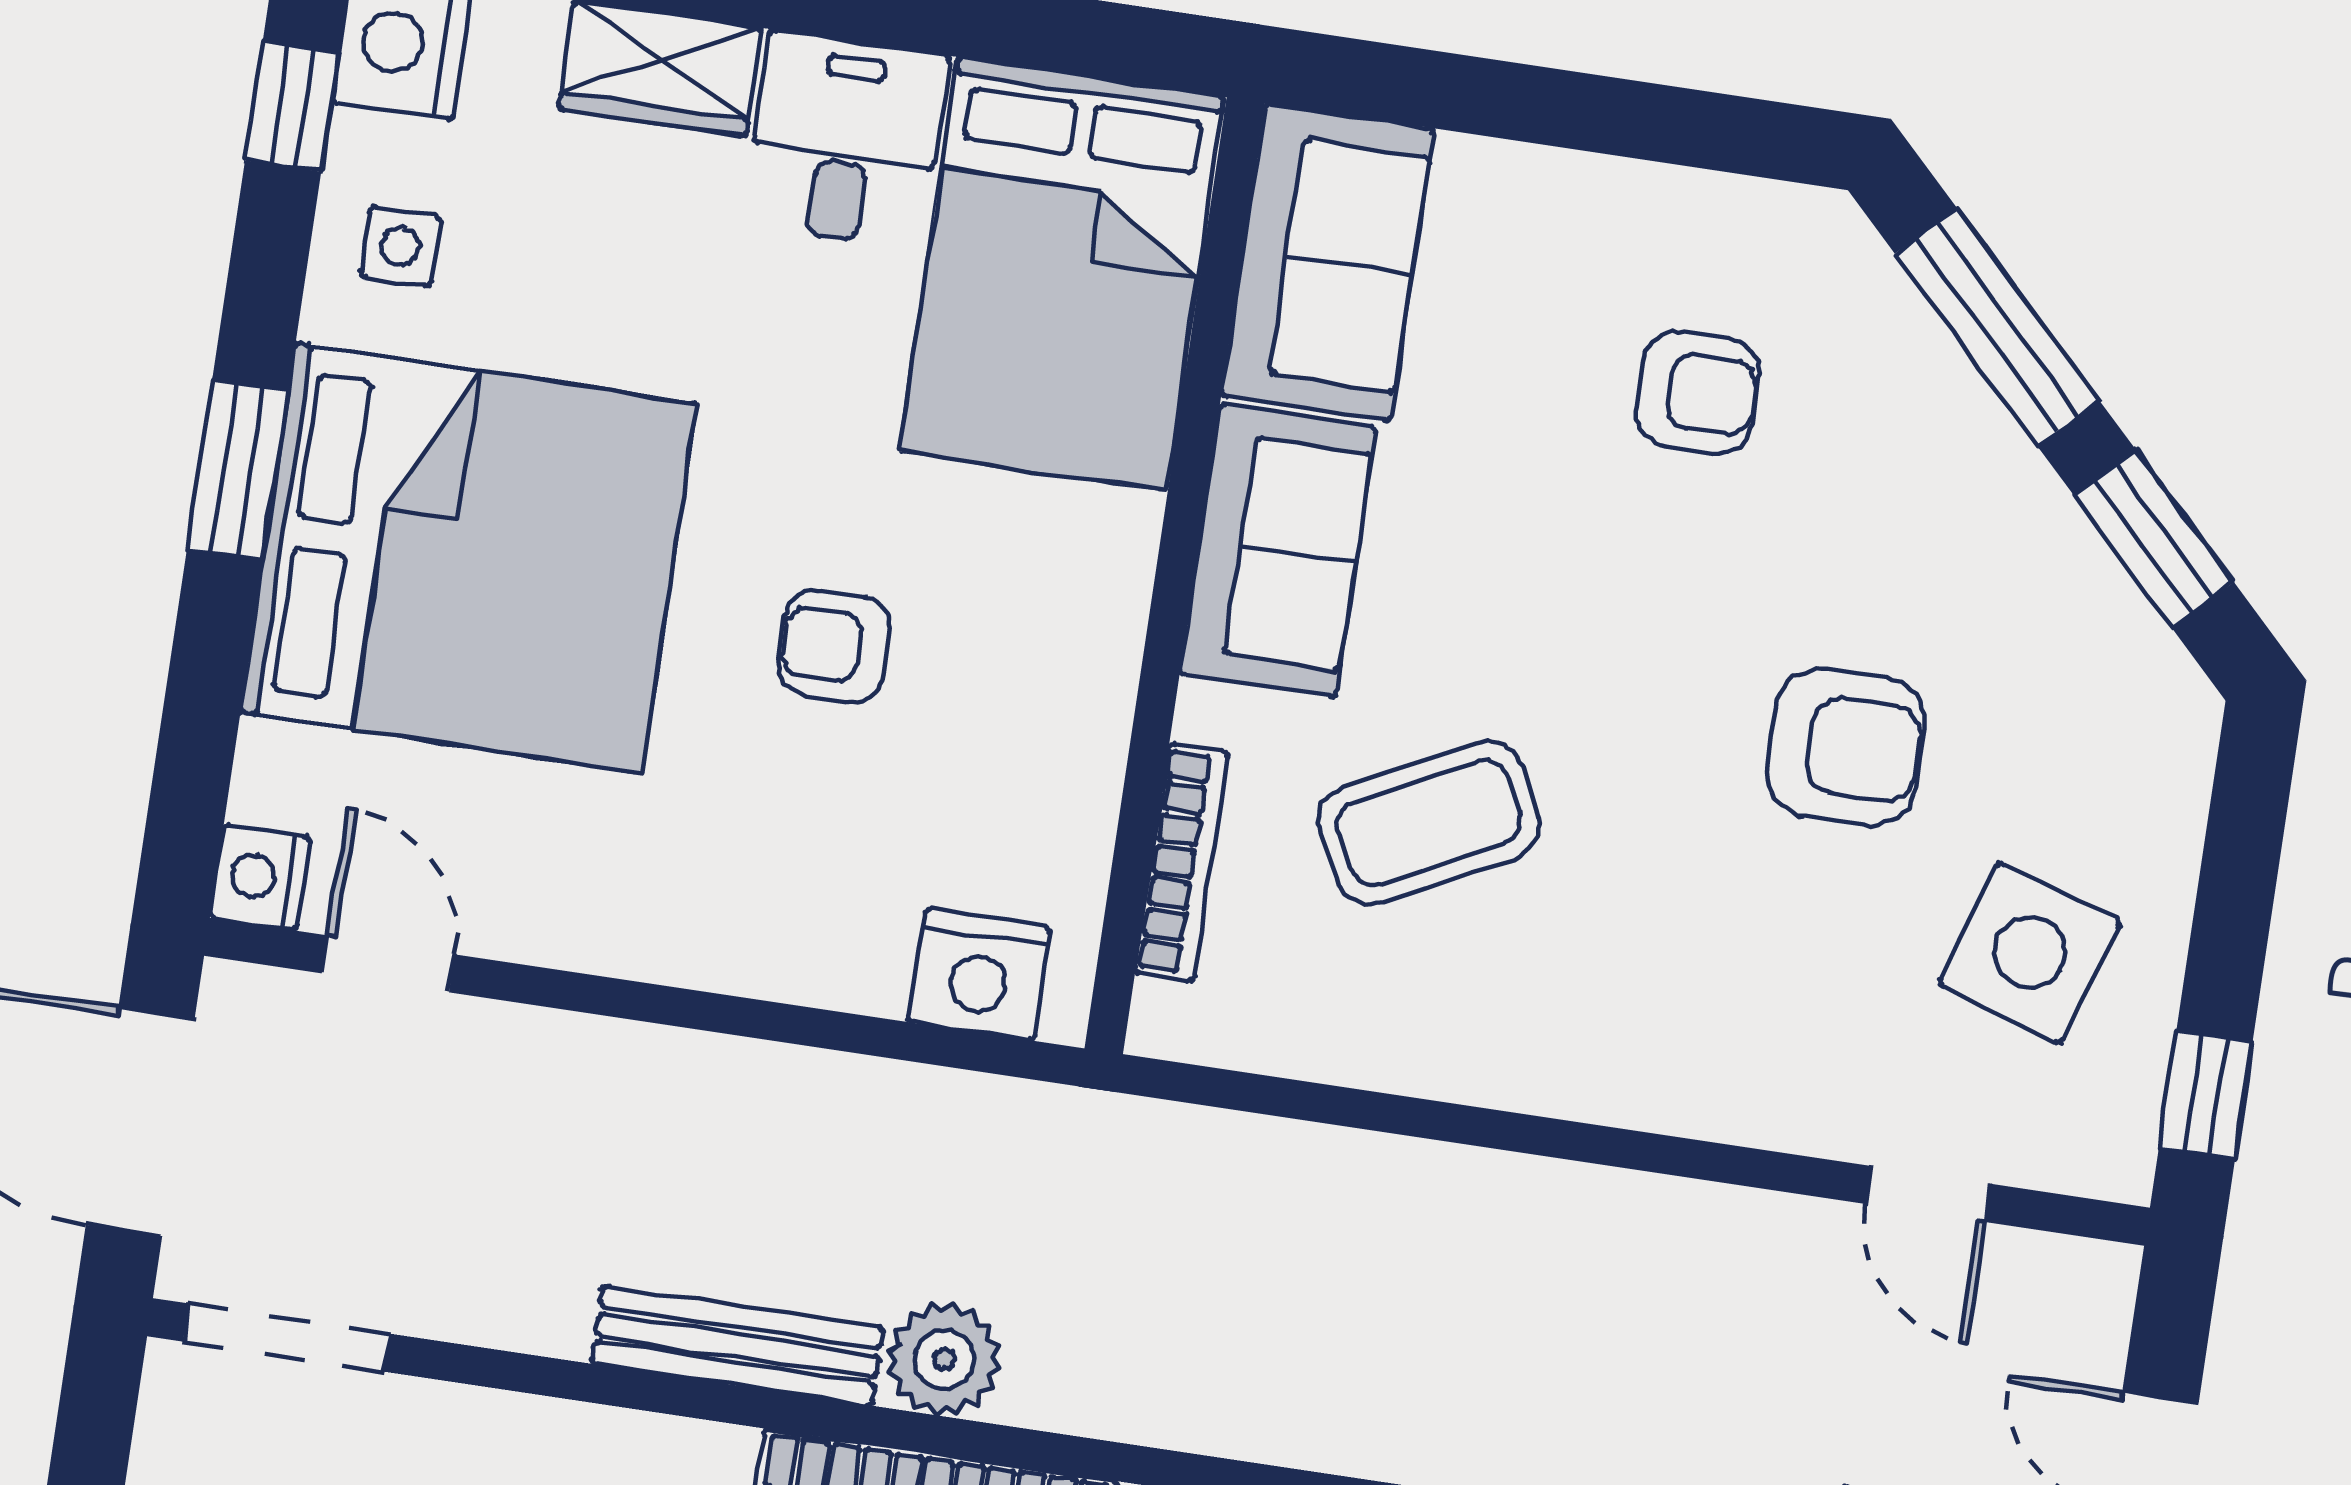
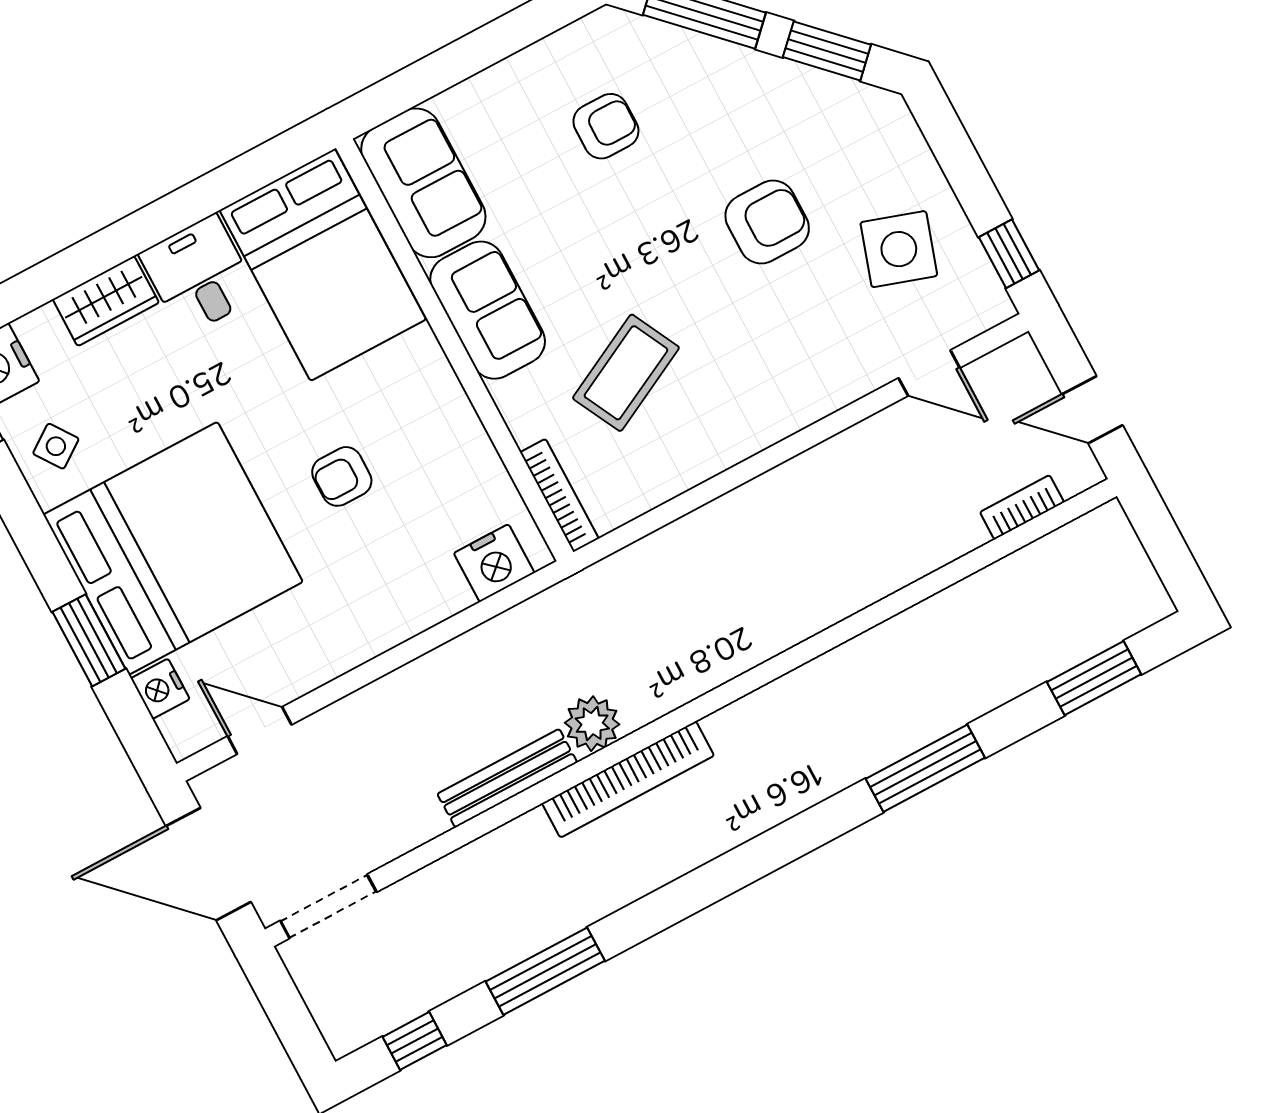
side table: (400, 246) -> (56, 446), turned -35
window: (238, 470) -> (89, 640), moved
bookcase: (1181, 862) -> (559, 495), moved
nightstand: (260, 877) -> (160, 689), moved

